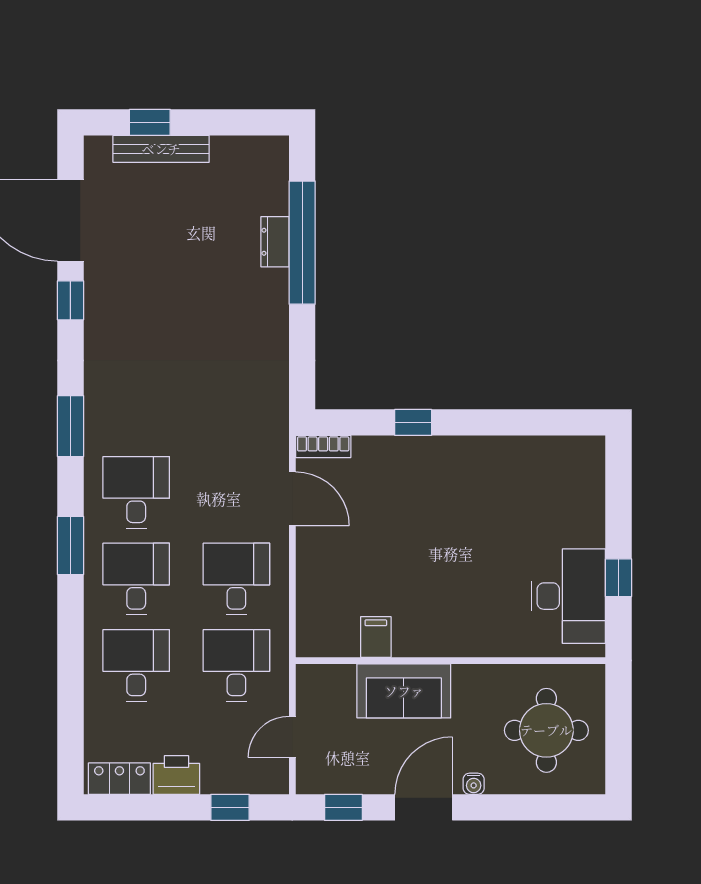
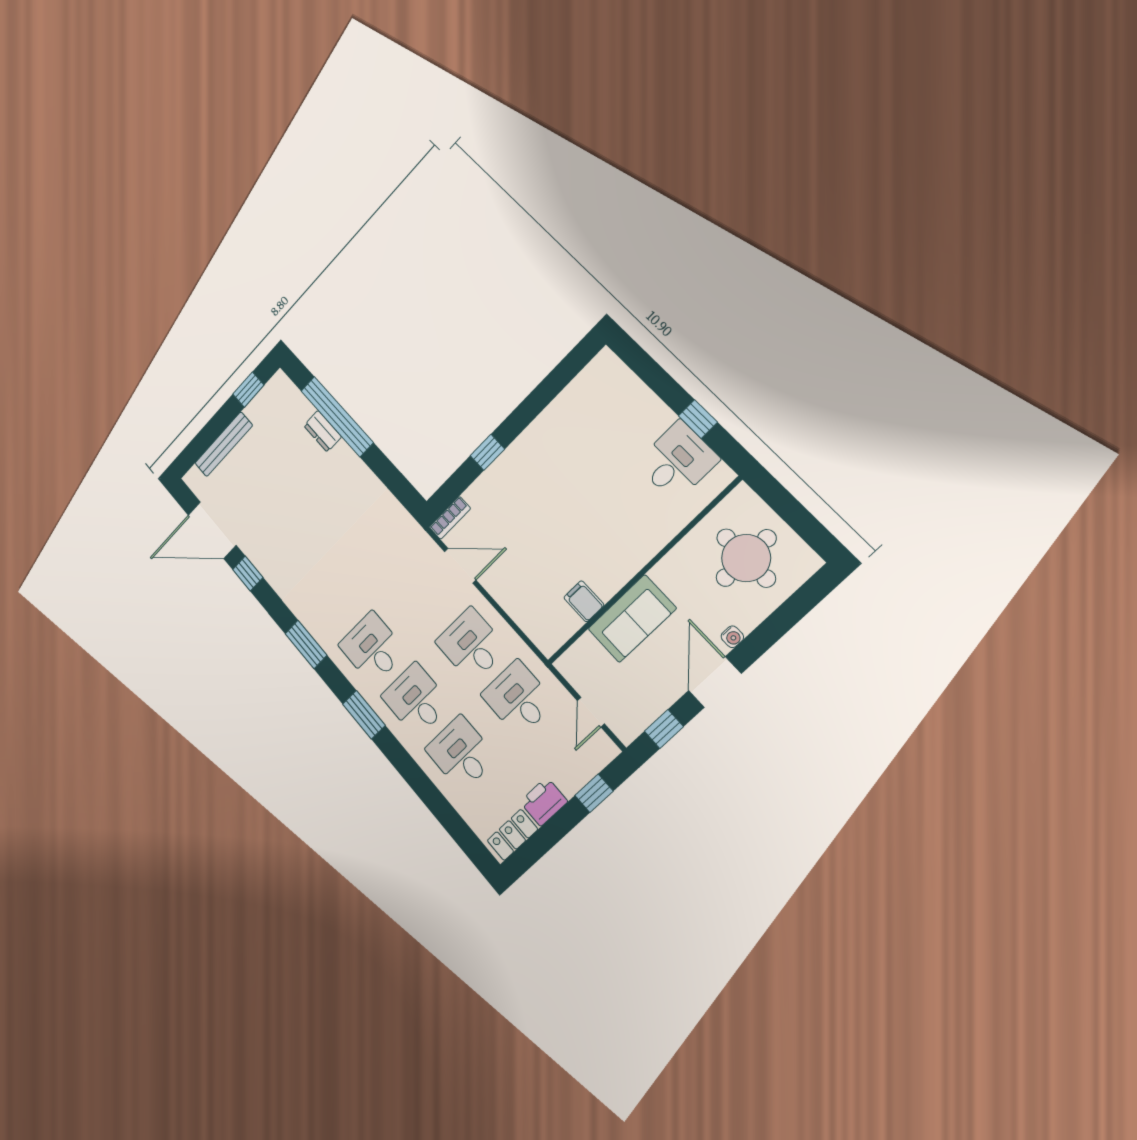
window: (150, 122) -> (248, 390), moved
desk: (568, 596) -> (677, 461), width x0.73

